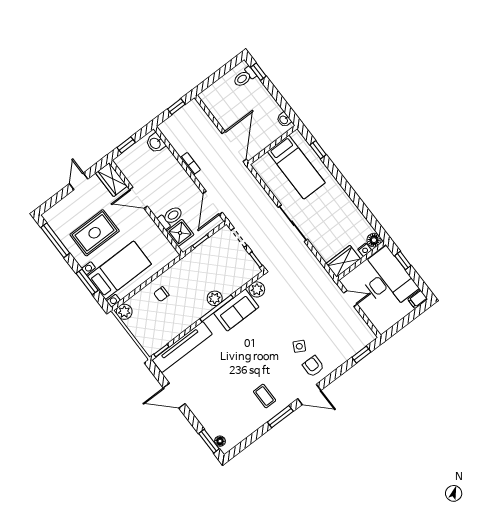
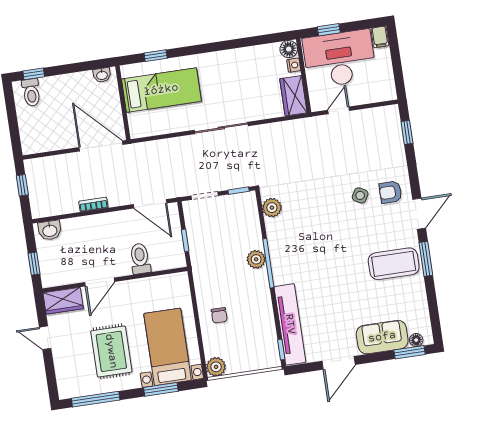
shower: (180, 233) -> (163, 258), removed
sofa: (236, 310) -> (382, 337), moved, turned -90
coffee table: (265, 396) -> (394, 264), width x1.86, depth x1.72

